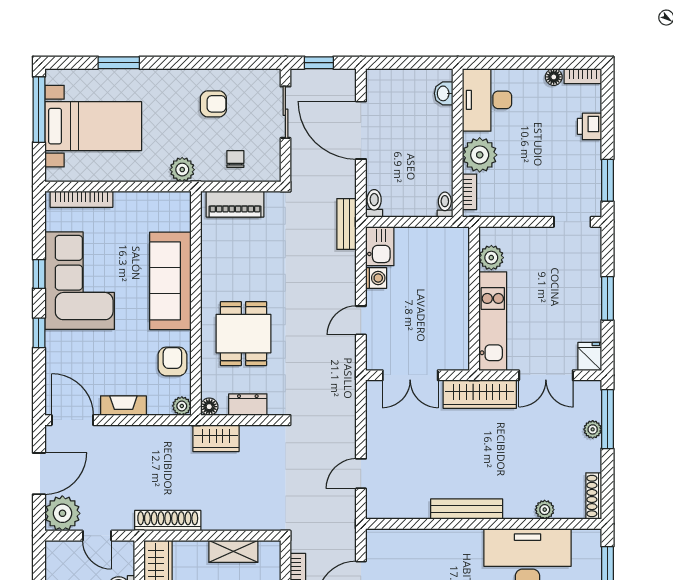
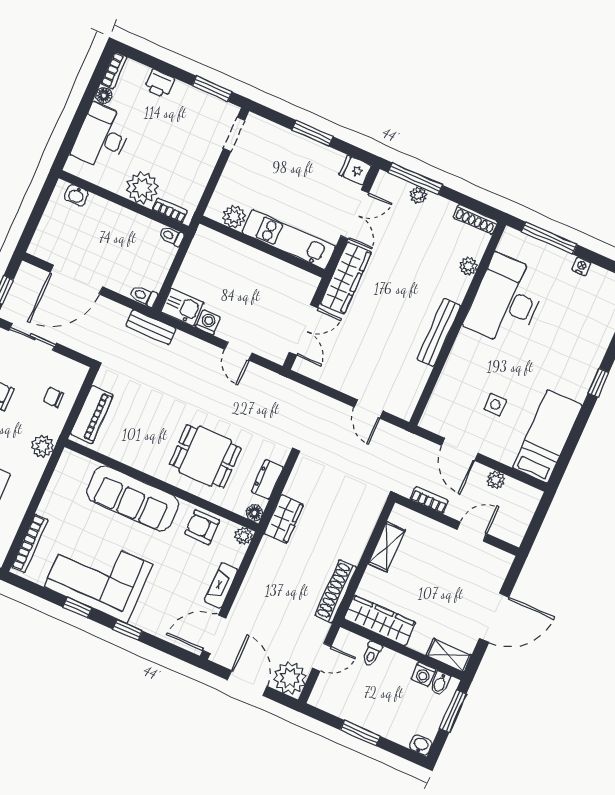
desk: (487, 100) -> (102, 137), moved, turned 90

